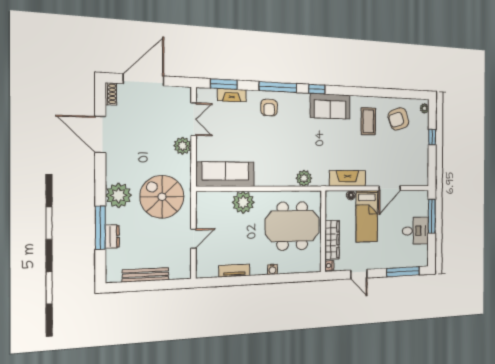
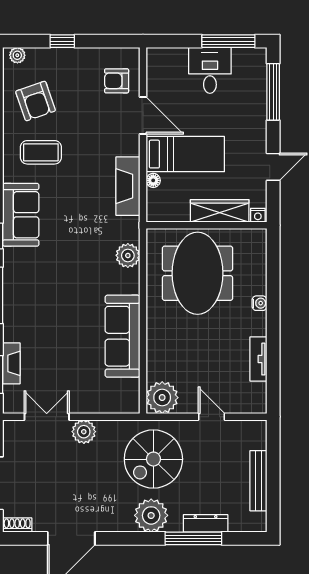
armchair: (269, 108) -> (117, 81), moved, turned 180
sofa: (226, 174) -> (122, 336), moved
plant: (243, 202) -> (162, 398), moved
window: (432, 216) -> (228, 41), moved
dresser: (112, 237) -> (206, 523), width x1.44

